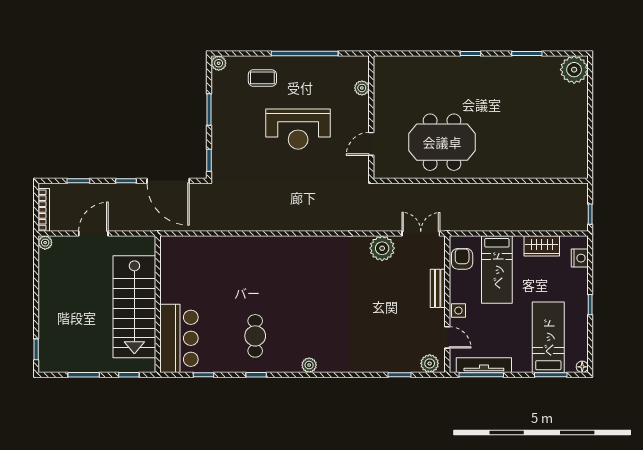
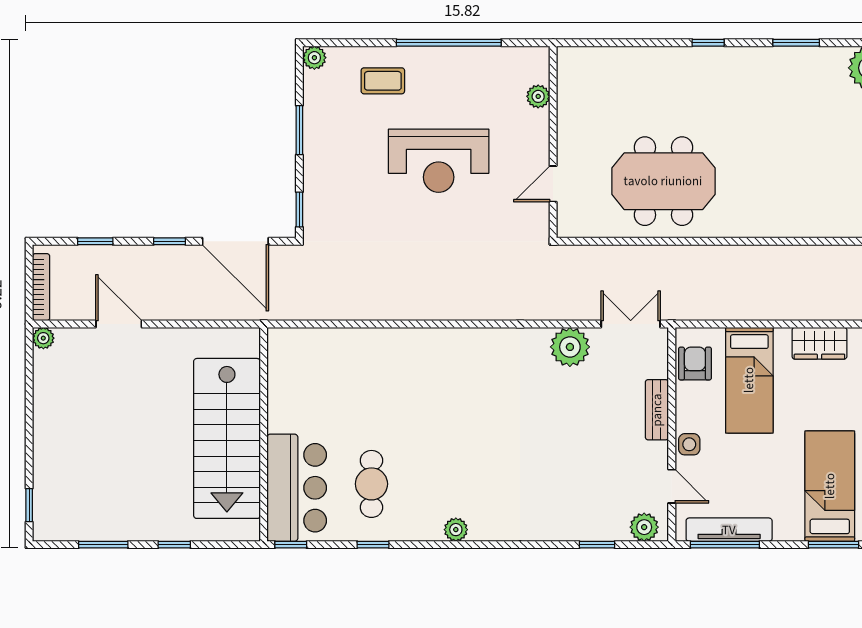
door: (93, 234) -> (119, 324), hinge flipped
wall: (158, 304) -> (264, 434), moved
stairs: (134, 307) -> (227, 438), moved
bar counter: (179, 338) -> (297, 488), moved

